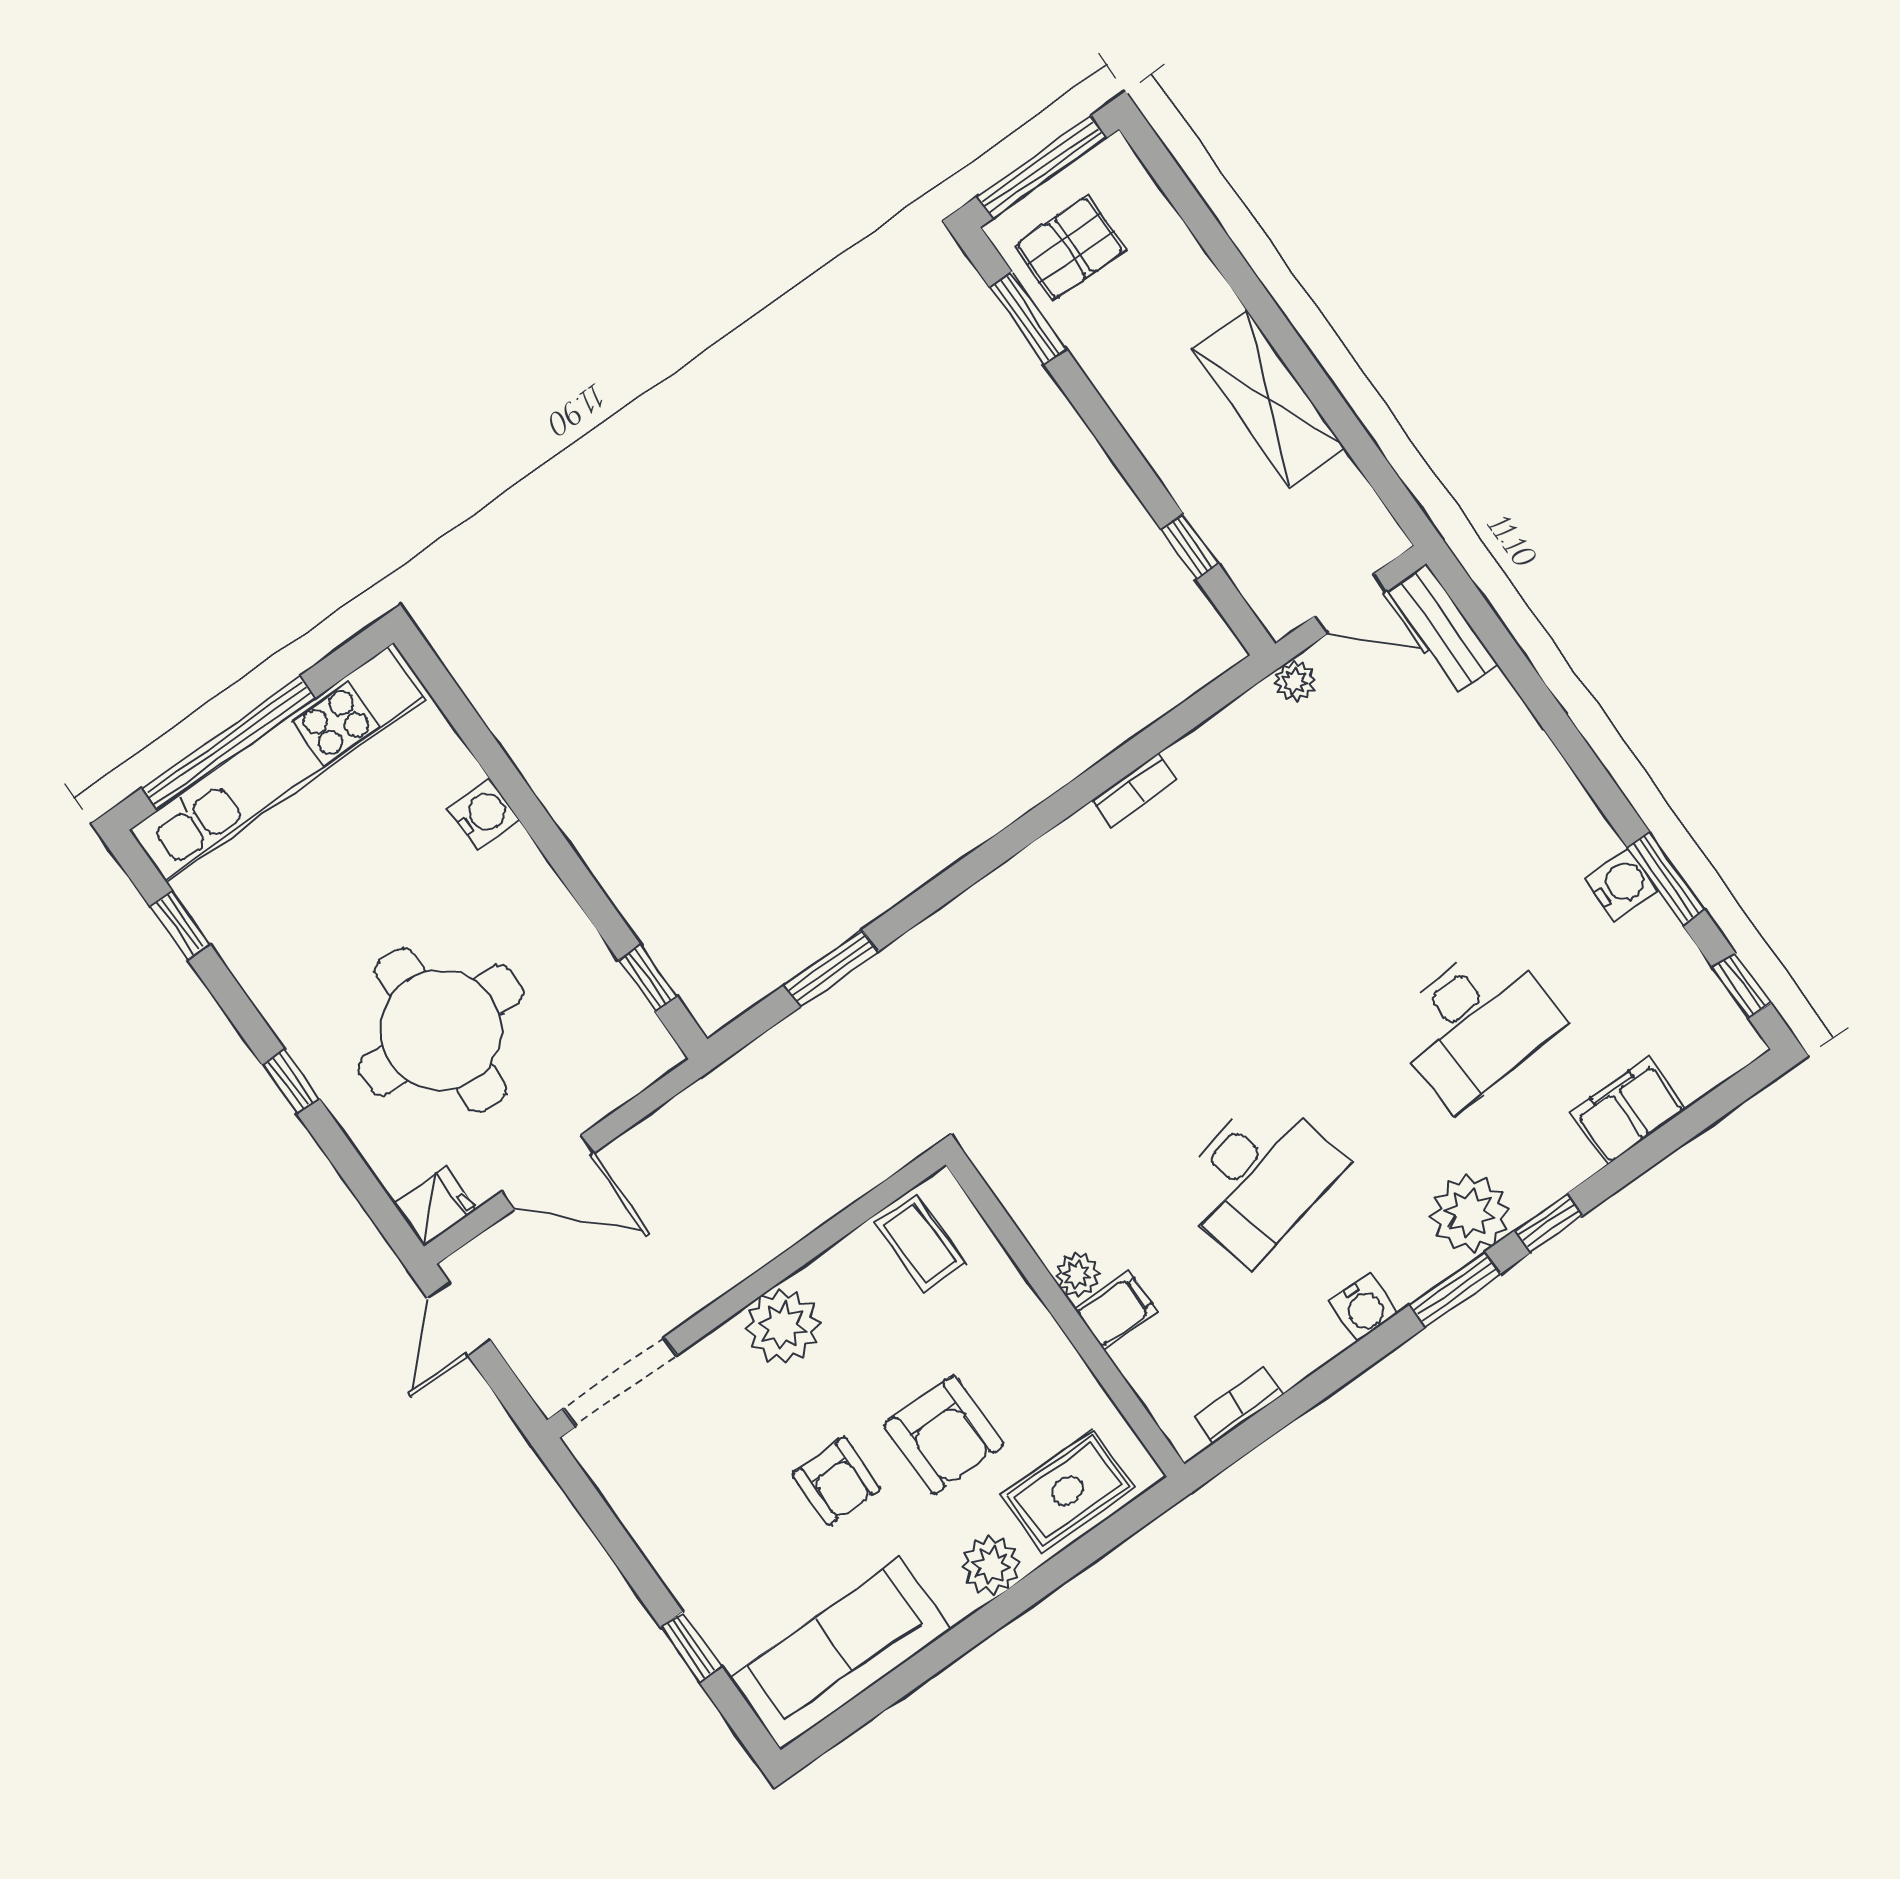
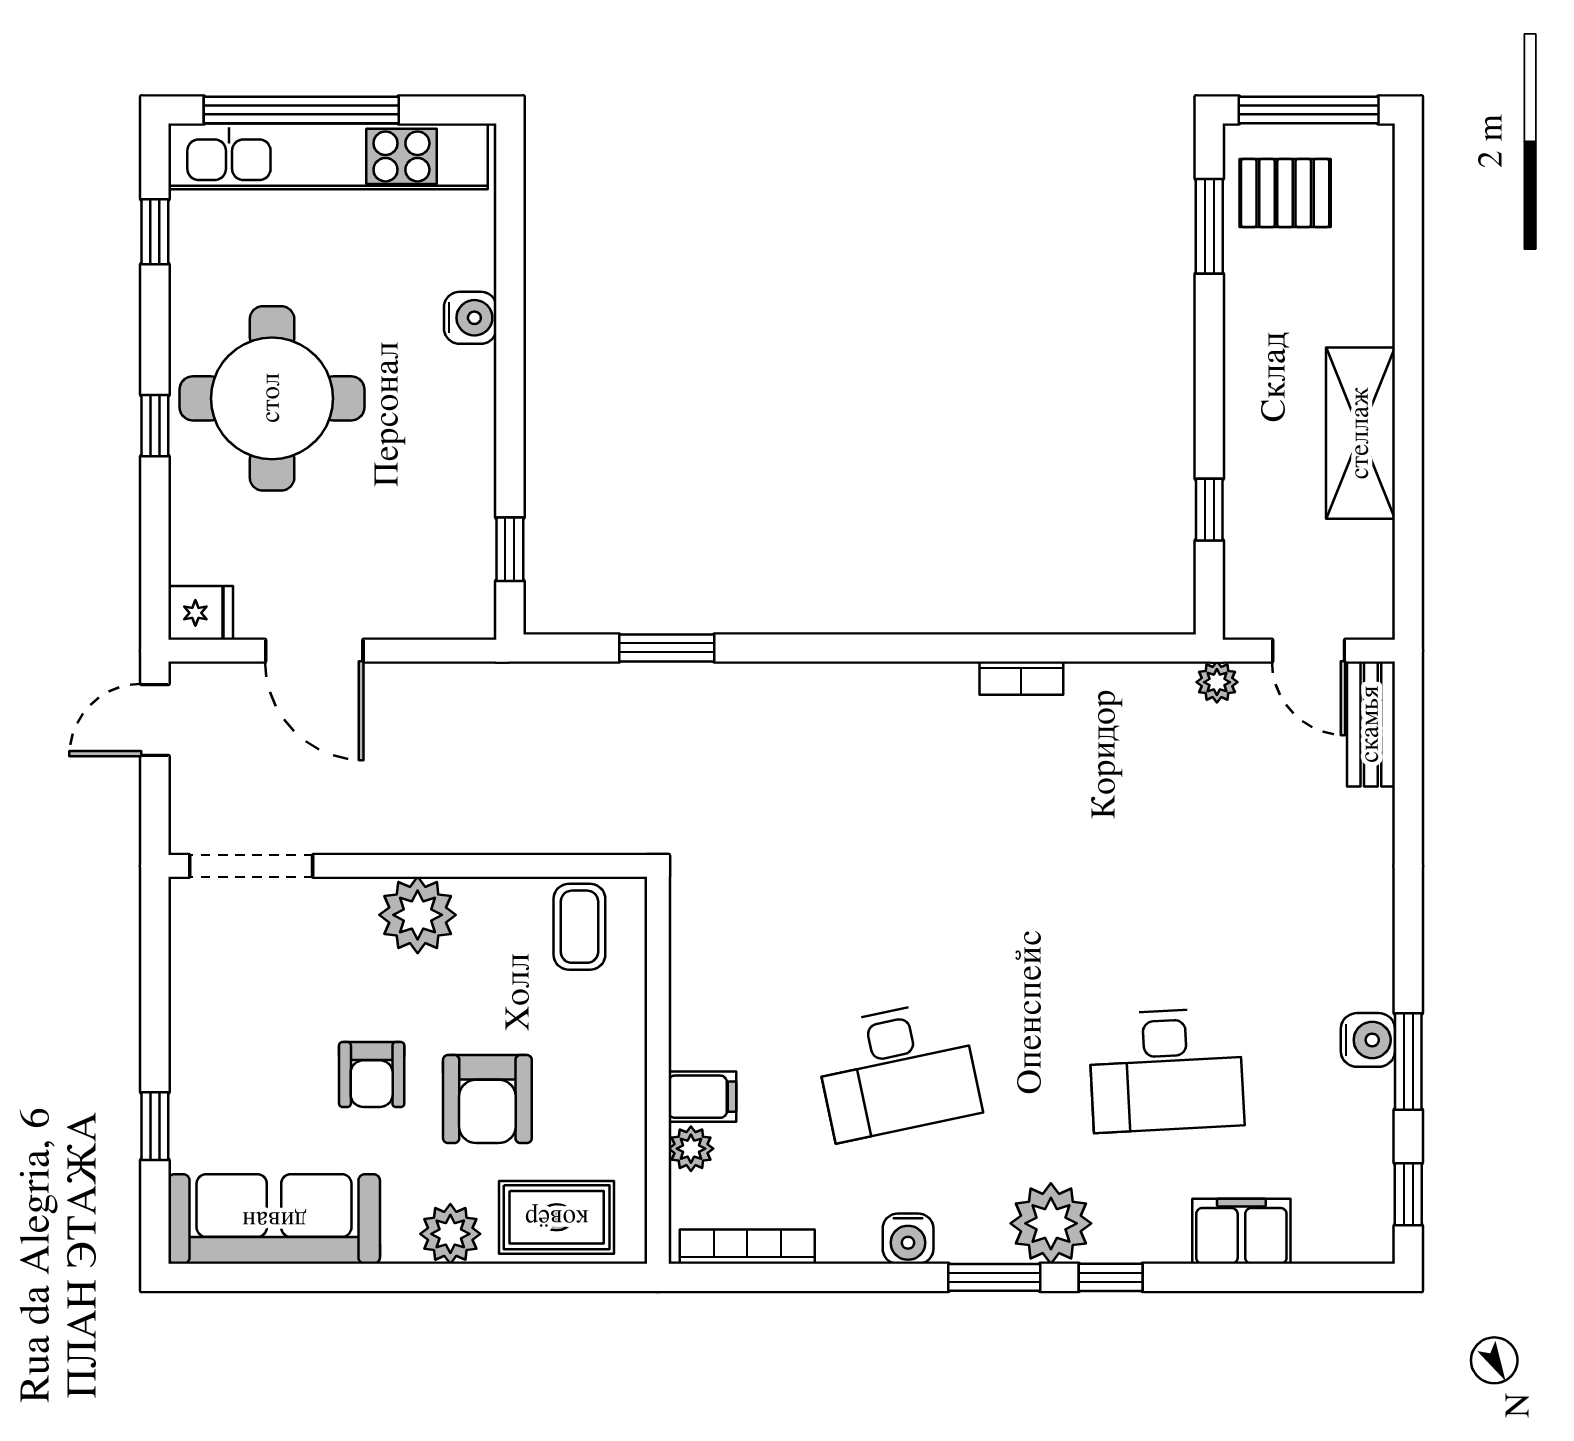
round table: (441, 1030) -> (272, 398), moved
plant: (1077, 1275) -> (691, 1149), moved
bookcase: (1238, 1406) -> (747, 1247), width x1.56

